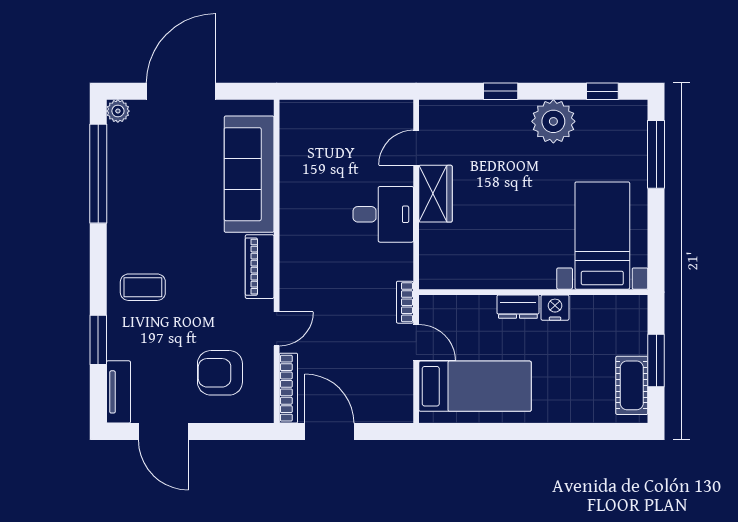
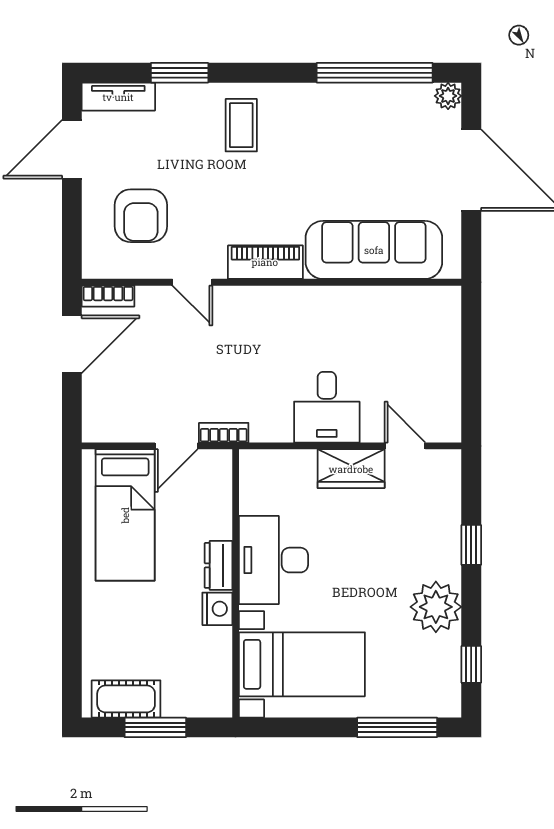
desk: (513, 260) -> (273, 560), added
armchair: (220, 373) -> (141, 216), turned 180
bookcase: (288, 388) -> (108, 296), width x0.64

